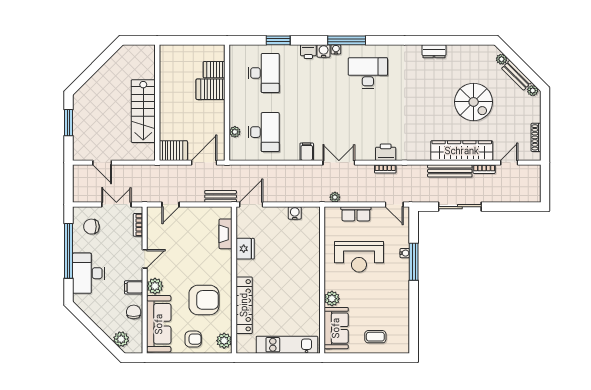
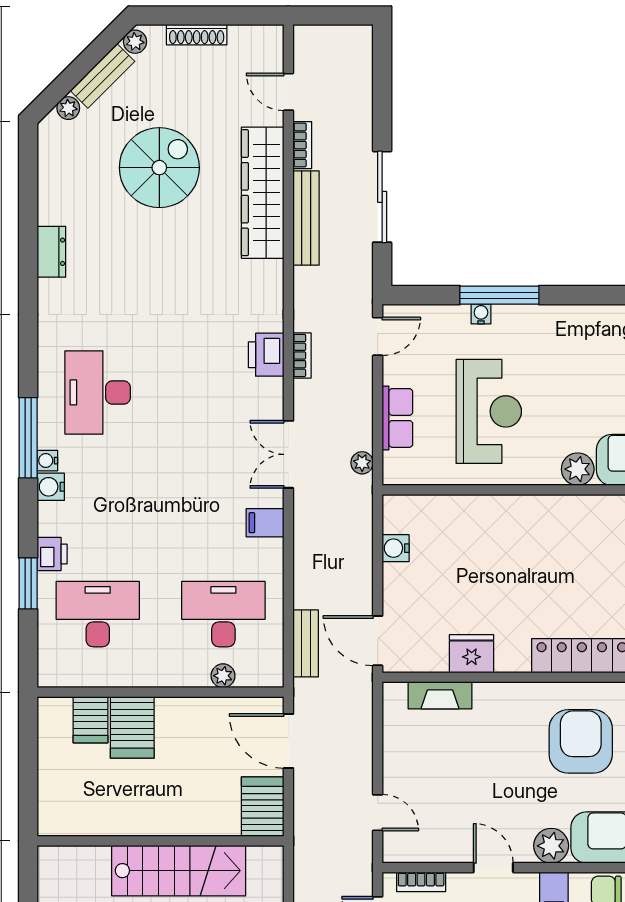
printer: (308, 52) -> (52, 554), moved
shoe rack: (536, 137) -> (197, 35), moved
bench: (221, 196) -> (306, 643), moved

